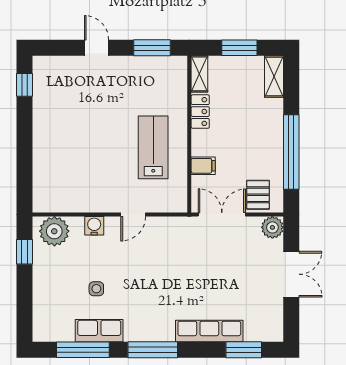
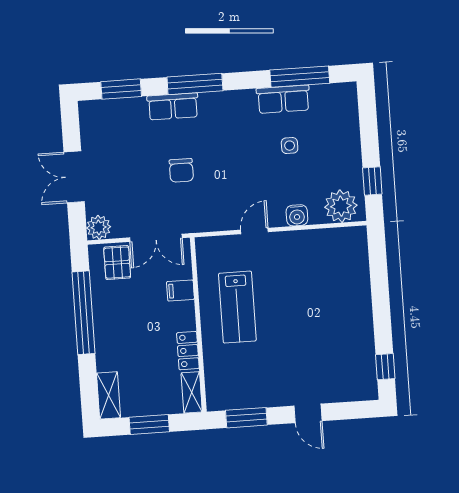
chair: (195, 273) -> (181, 170), added
row of seats: (209, 331) -> (173, 106), width x0.68
window: (153, 350) -> (195, 84), moved

